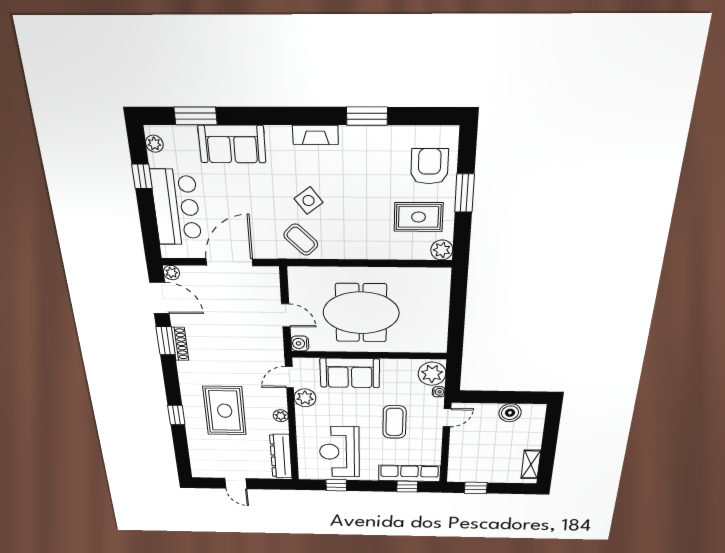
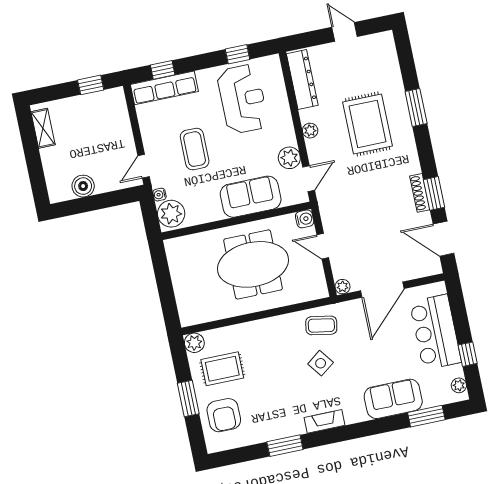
coffee table: (301, 240) -> (321, 325), turned -35
plant: (171, 273) -> (343, 287), moved
window: (176, 415) -> (416, 108), width x1.50

